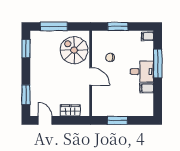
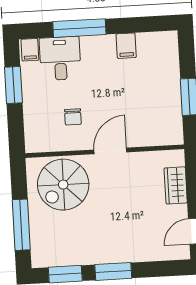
window: (118, 26) -> (13, 85), moved
desk: (142, 72) -> (60, 58), moved
window: (26, 95) -> (113, 271), moved

